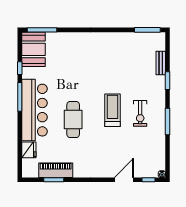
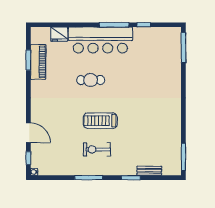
booth: (34, 49) -> (163, 39), removed
treadmill: (112, 110) -> (100, 121), turned 180
cafe table: (73, 120) -> (91, 80), width x0.73, depth x0.74

